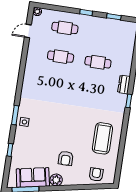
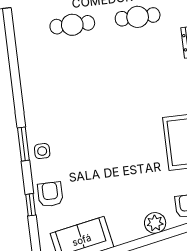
armchair: (66, 158) -> (50, 194), moved, turned 180
plant: (56, 180) -> (155, 223), moved

